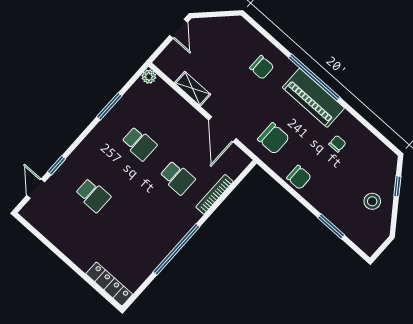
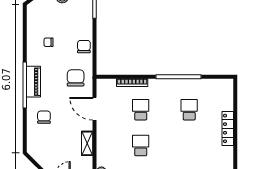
piano: (313, 98) -> (34, 82), width x0.73, depth x0.75
door: (222, 129) -> (95, 109), swing flipped
school desk: (93, 195) -> (189, 110), moved
locker: (109, 284) -> (228, 128), moved

